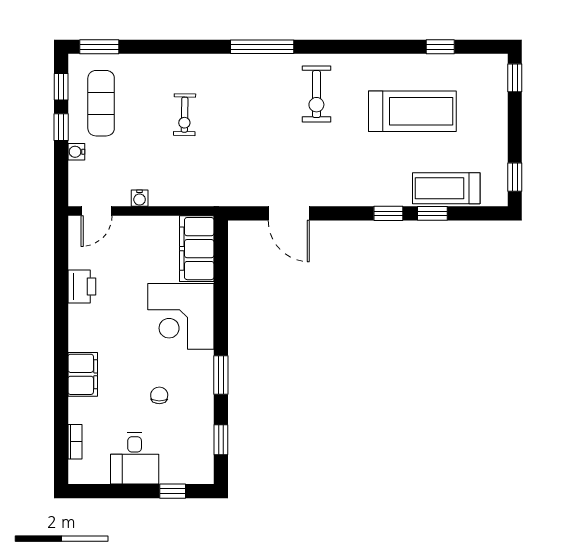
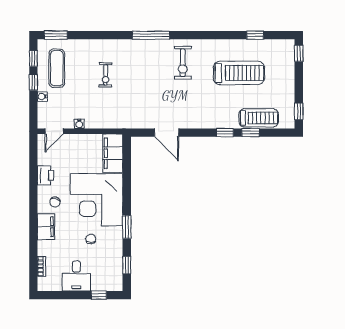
treadmill: (446, 188) -> (259, 118), turned 180
corner desk: (181, 316) -> (97, 200), width x1.36, depth x1.36
chair: (98, 332) -> (55, 202), added

